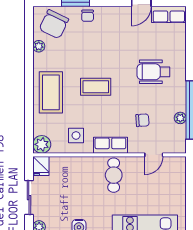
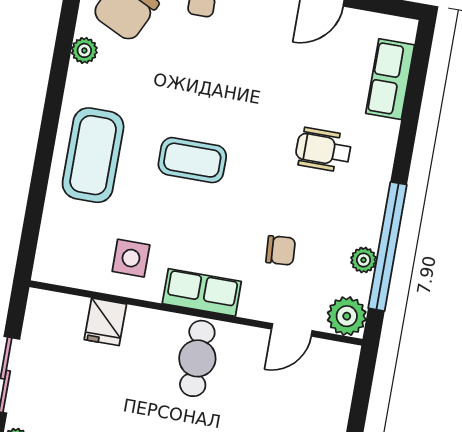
row of seats: (169, 14) -> (390, 79), moved, turned 90
wheelchair: (154, 72) -> (323, 150), width x0.73, depth x0.73
plant: (42, 144) -> (347, 316), moved
fridge: (41, 166) -> (105, 322), moved

